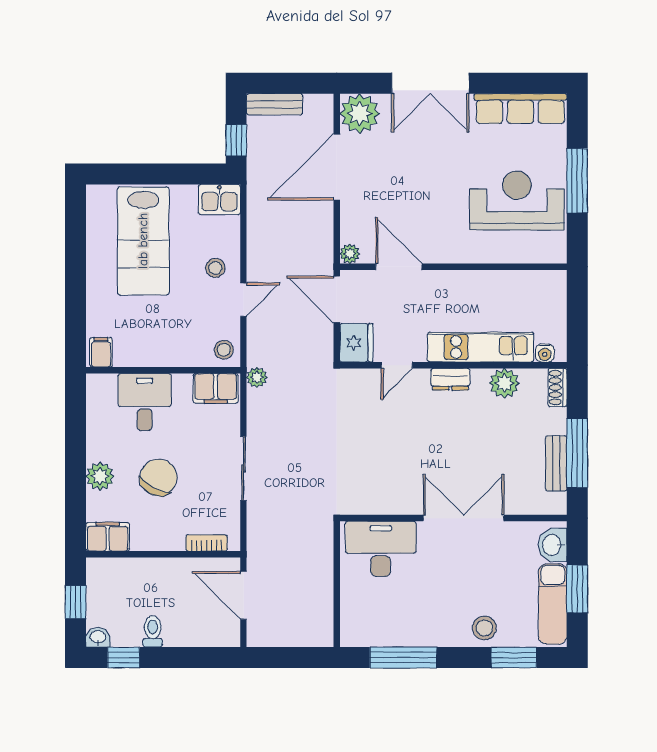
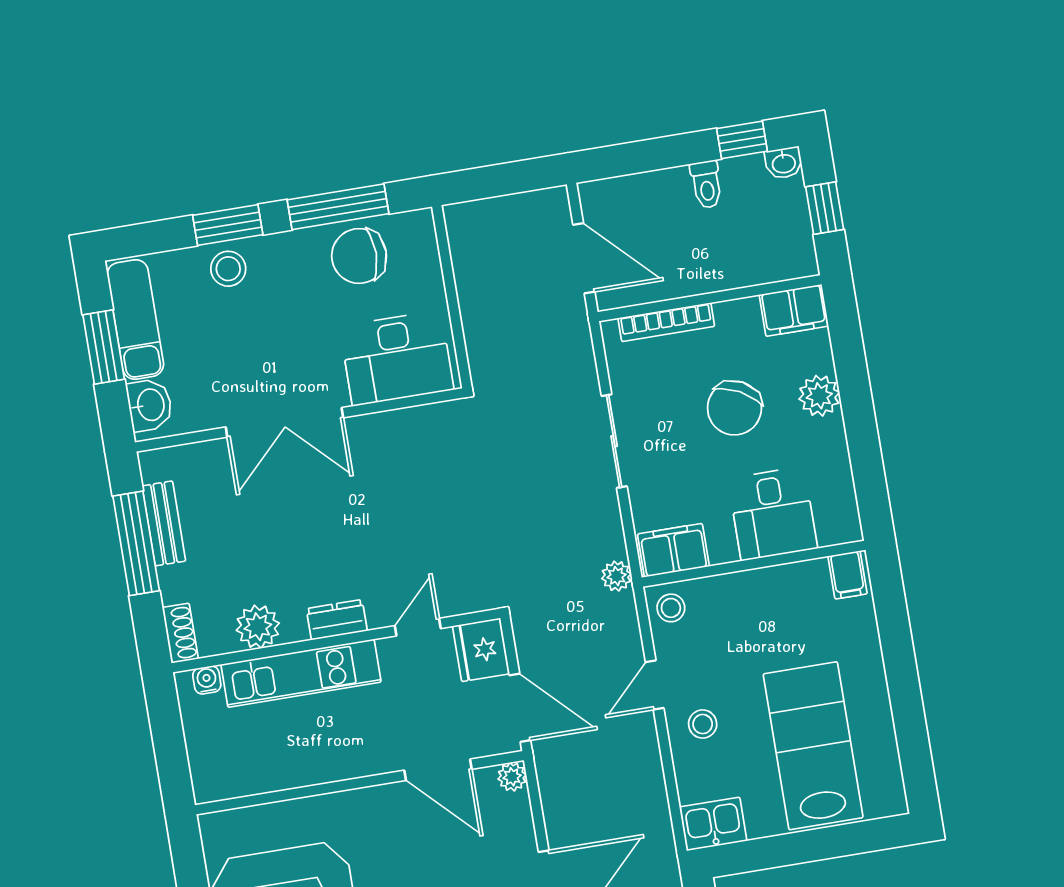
bookcase: (207, 543) -> (666, 322), width x1.56
chair: (395, 622) -> (359, 256), added
window: (514, 657) -> (228, 225), moved

